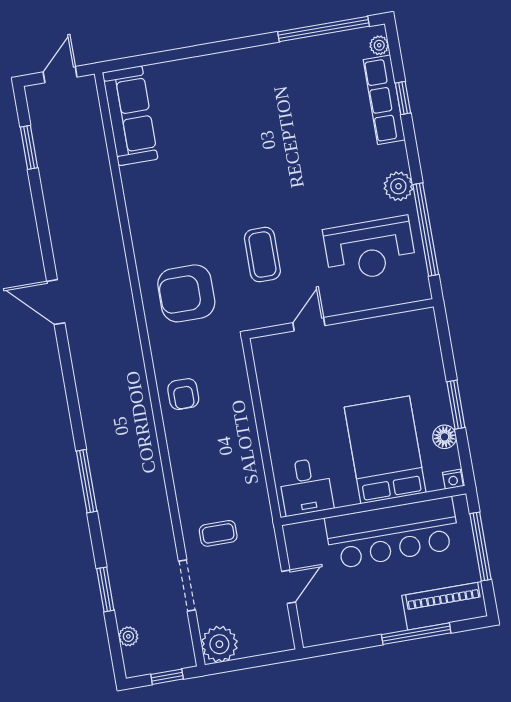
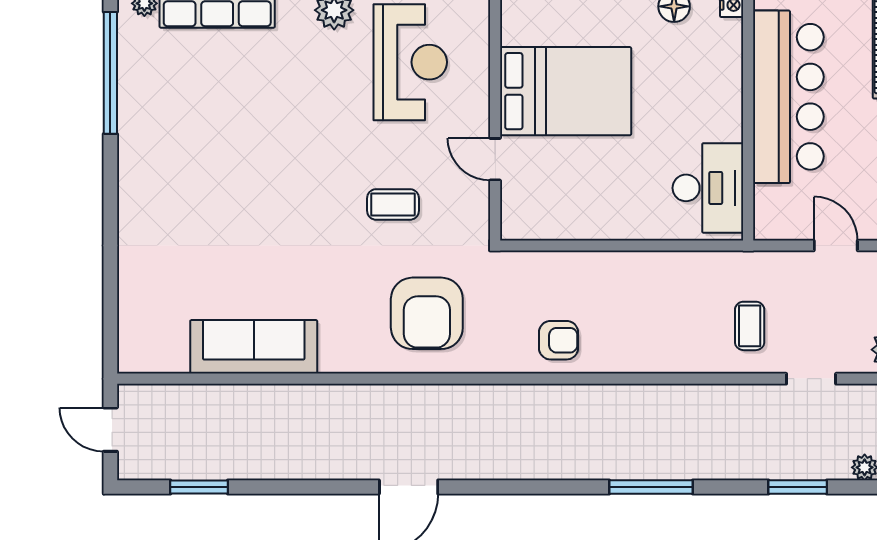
sofa: (130, 116) -> (254, 347), moved
coffee table: (262, 255) -> (393, 204), width x0.73, depth x0.77
bed: (385, 450) -> (566, 91), moved, turned 180
desk: (306, 487) -> (708, 188), width x1.37
doorway: (187, 586) -> (811, 379), width x0.73

